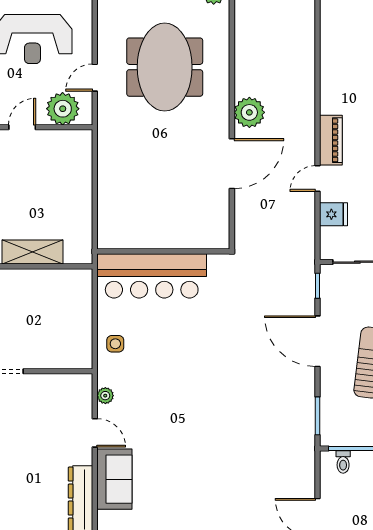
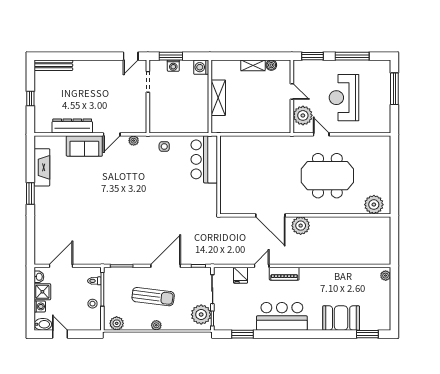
door: (318, 179) -> (262, 266), hinge flipped
bar counter: (152, 276) -> (204, 159), width x0.73

